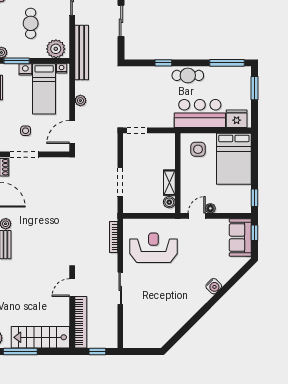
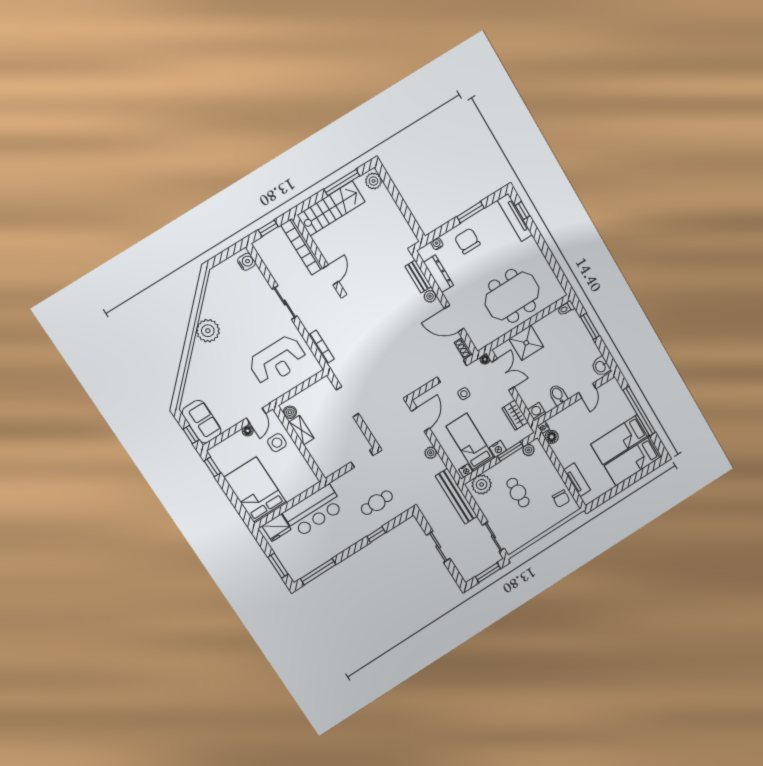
cafe table: (188, 75) -> (377, 503), moved
side table: (198, 149) -> (277, 443), moved
water cooler: (214, 286) -> (246, 262), moved, turned 135
plant: (191, 303) -> (208, 331), added

